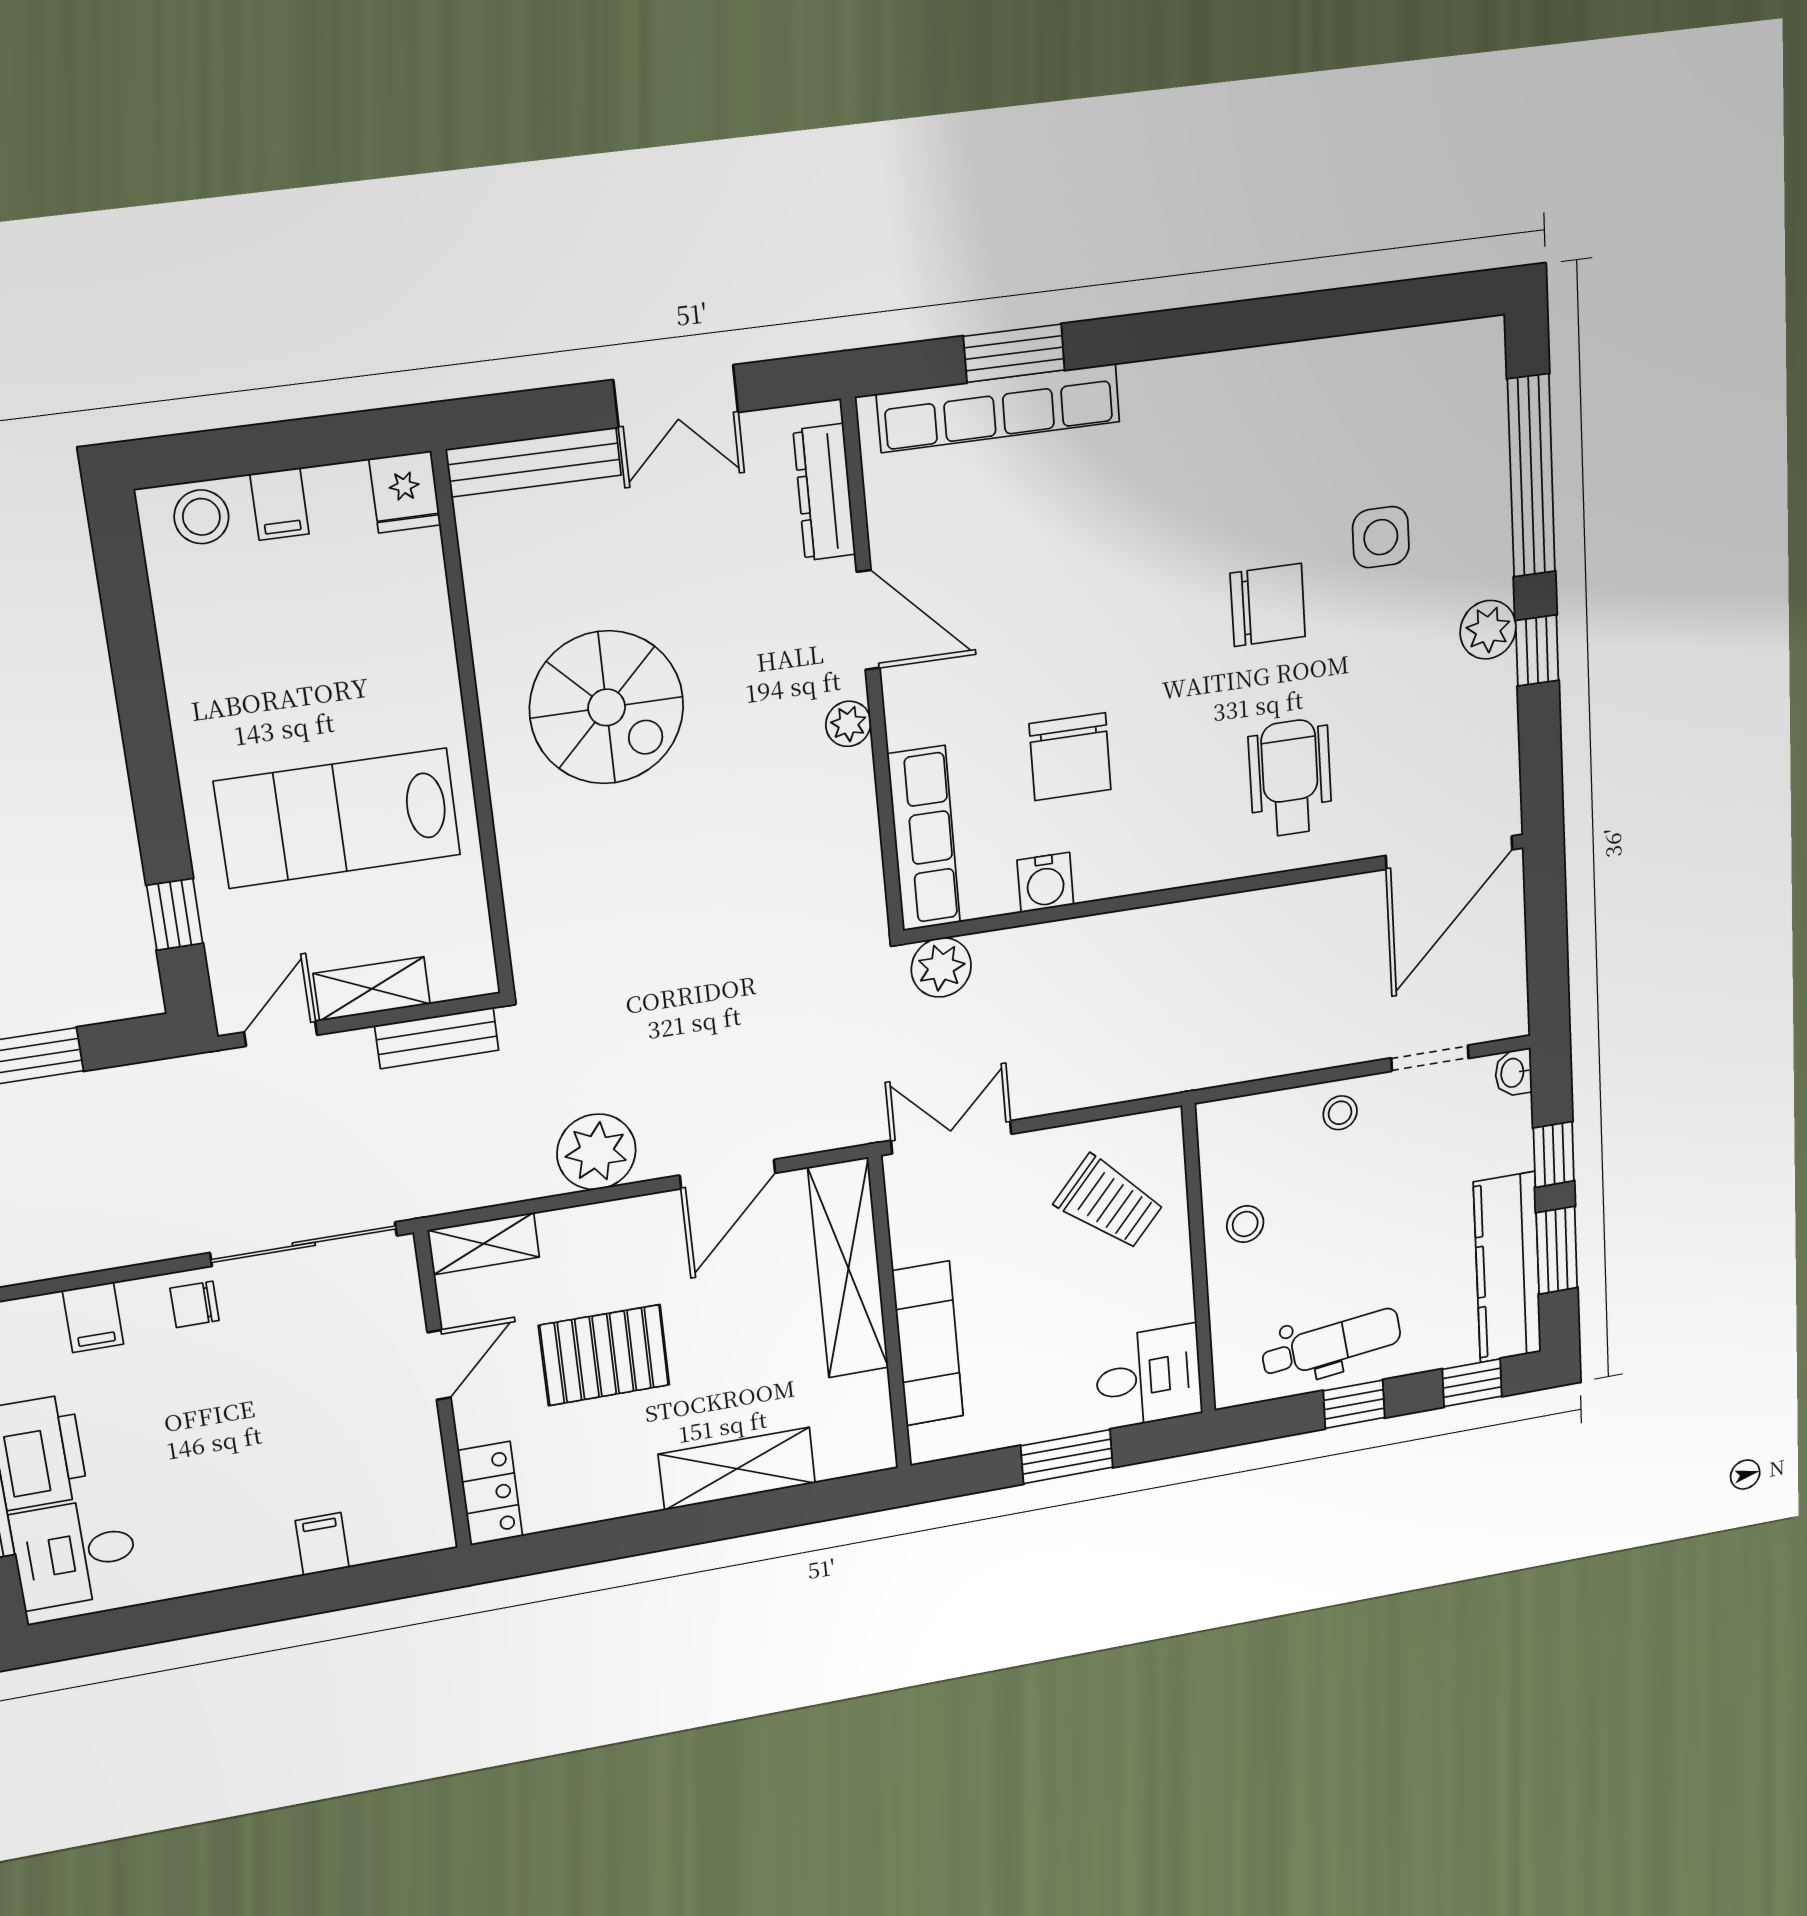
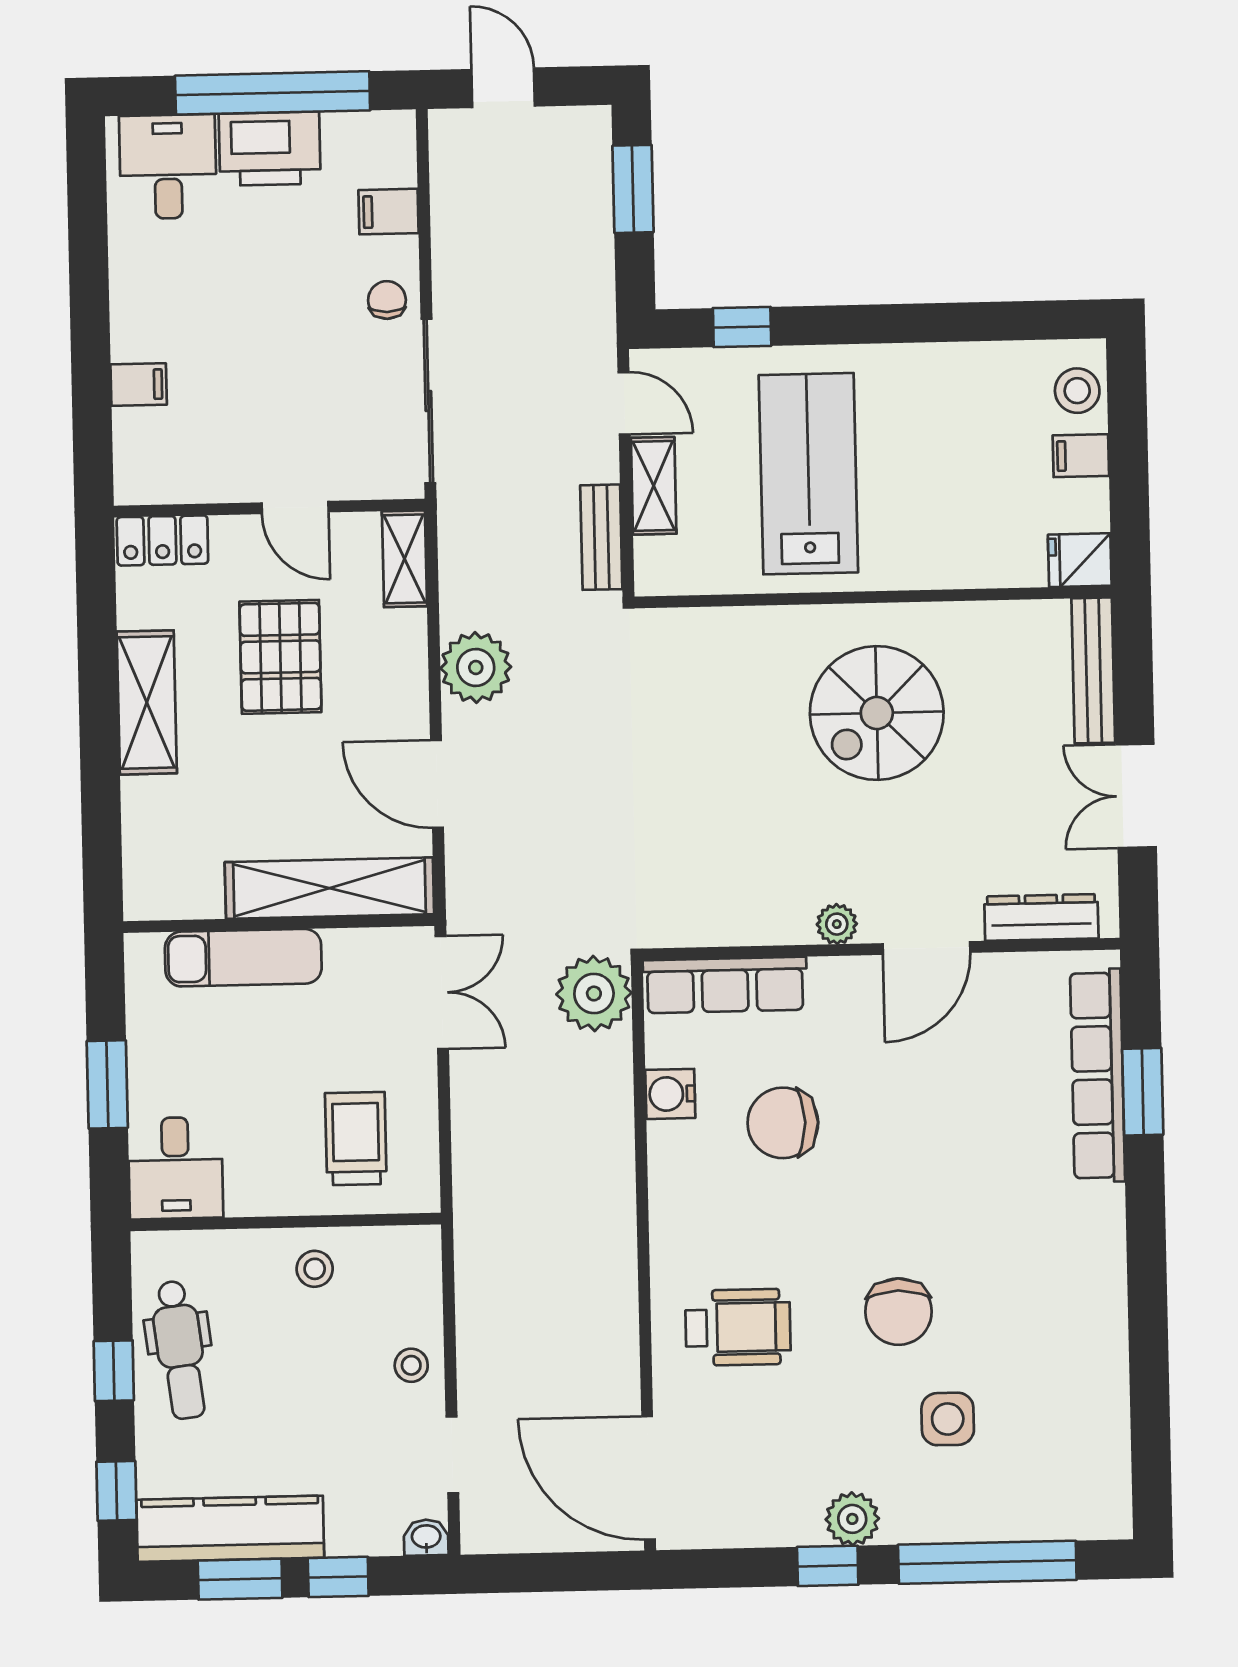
plant: (941, 967) -> (594, 994), width x1.36, depth x1.36
trolley: (1109, 1203) -> (356, 1139), turned 139
shelving: (737, 1469) -> (147, 702), moved

